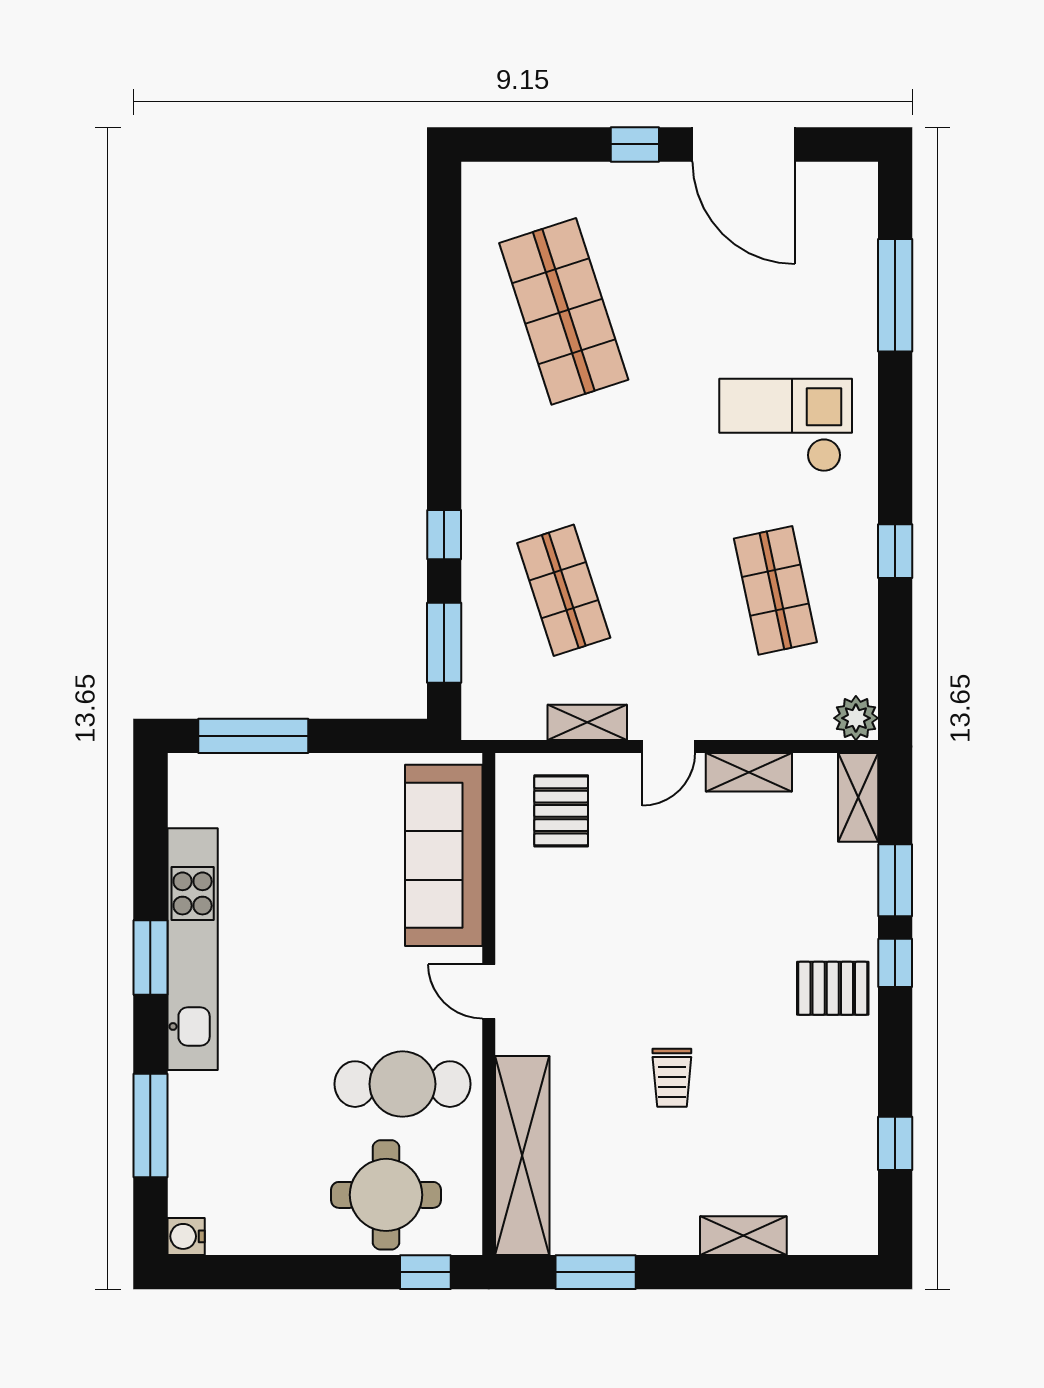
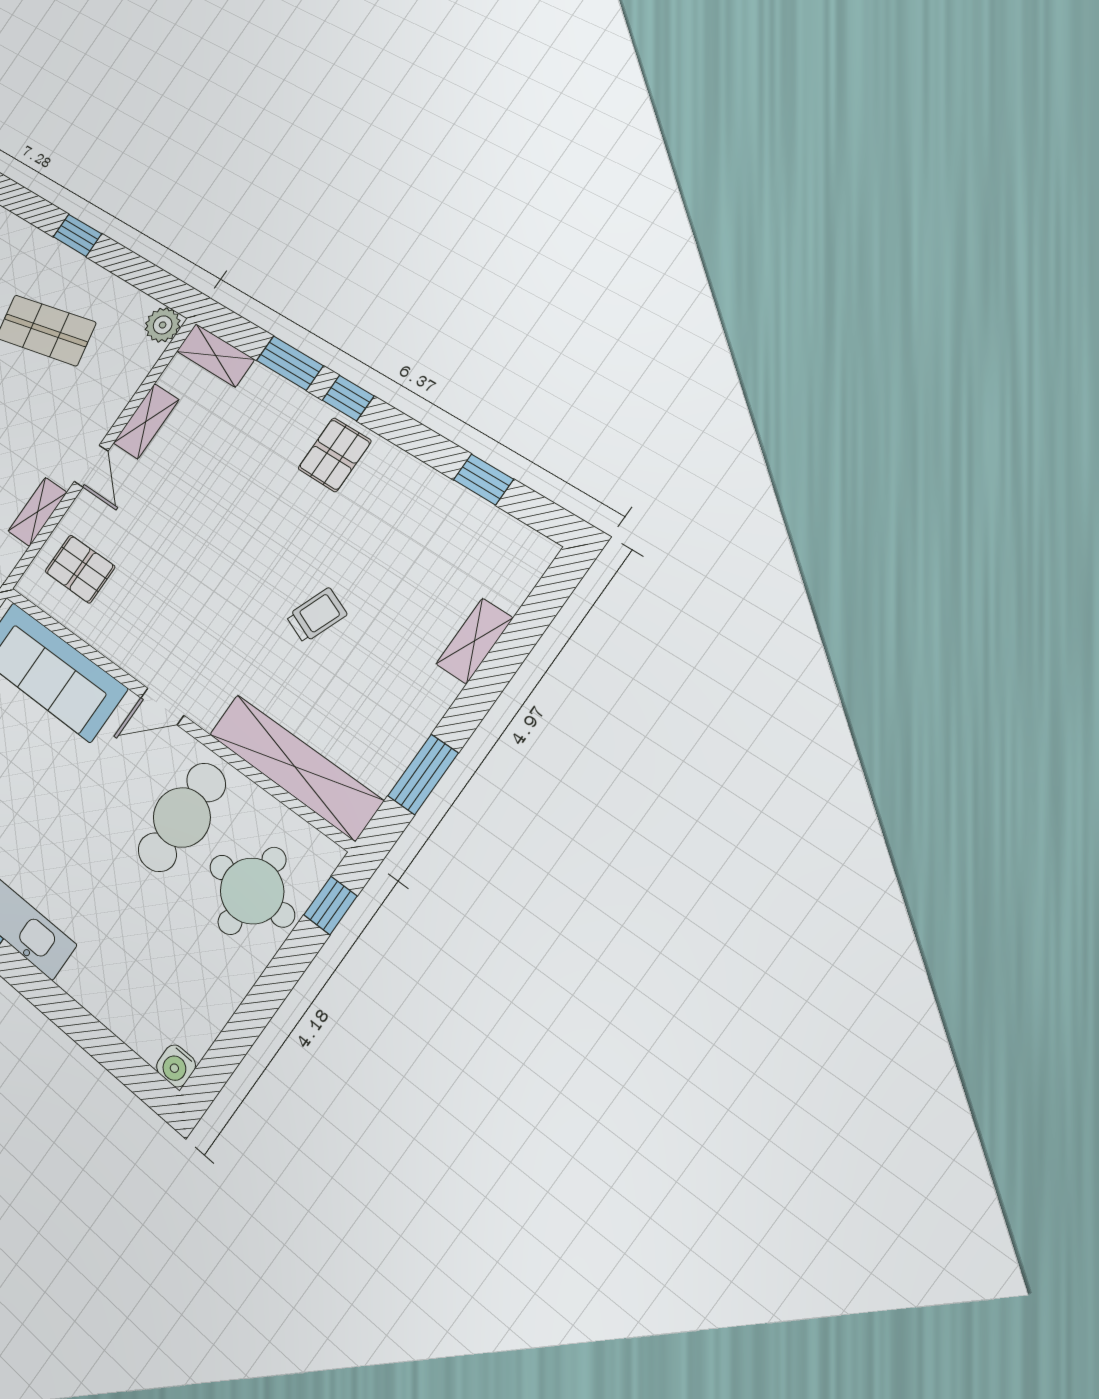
trolley: (672, 1078) -> (317, 615), turned -68
window: (150, 1125) -> (80, 1026), removed

